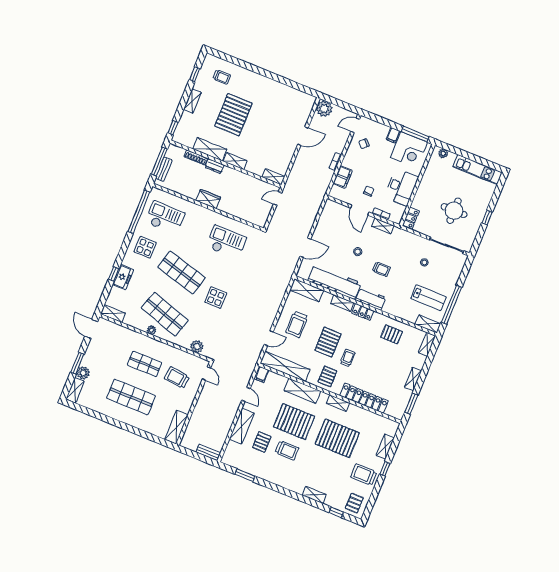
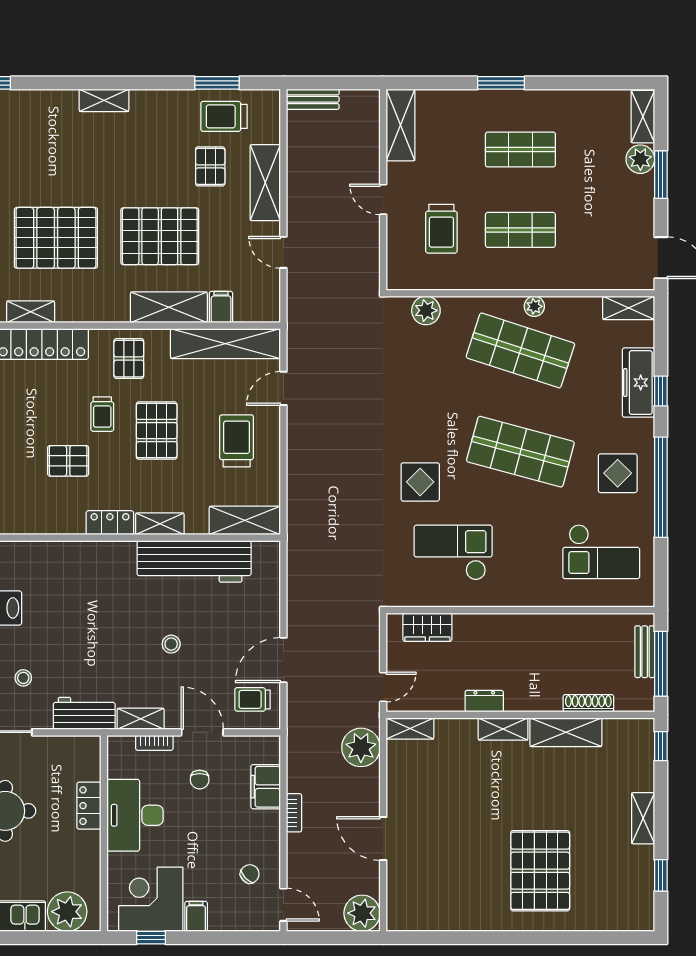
trolley: (222, 77) -> (602, 893), removed
pallet: (233, 115) -> (540, 871), moved
door: (355, 125) -> (283, 905), hinge flipped
window: (415, 134) -> (151, 938), width x0.46
door: (303, 136) -> (383, 839), hinge flipped
plant: (443, 153) -> (67, 912), width x1.88, depth x1.88
dresser: (214, 166) -> (484, 701), moved
plant: (297, 177) -> (361, 747), added
wardrobe: (208, 199) -> (427, 627), moved
window: (139, 212) -> (661, 487), moved
locker: (411, 218) -> (89, 806), moved
checkout: (226, 242) -> (453, 553), turned 180
door: (305, 248) -> (283, 660), moved
trolley: (381, 269) -> (253, 699), moved
freezer: (123, 277) -> (638, 383), width x1.40
display table: (216, 298) -> (420, 482), moved
workbench: (371, 299) -> (84, 713), moved, turned 180
pallet: (392, 334) -> (68, 461), moved
door: (206, 373) -> (383, 199), moved
filing cabinet: (262, 374) -> (221, 307), moved
trolley: (177, 378) -> (441, 229), turned 83
shop shelf: (131, 397) -> (520, 150), width x0.70, depth x0.74
shelving: (338, 403) -> (31, 312), moved
window: (128, 428) -> (501, 83), added
trolley: (287, 450) -> (224, 116), moved
shelving: (314, 495) -> (104, 100), moved

